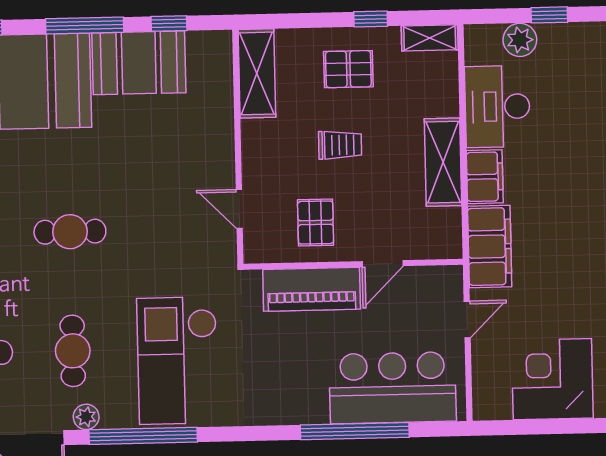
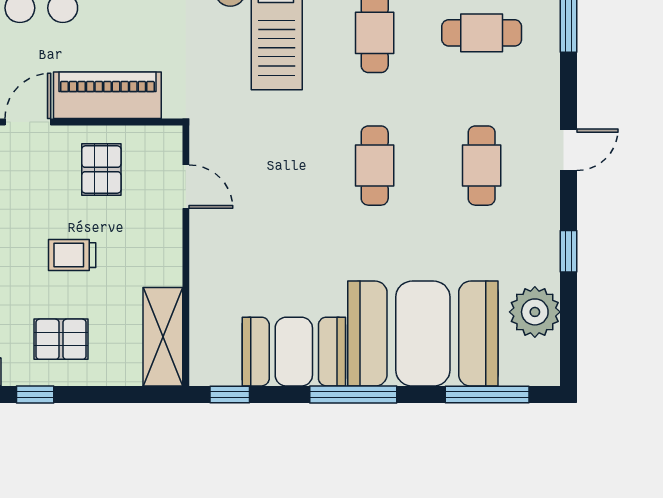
window: (169, 24) -> (230, 394), moved
cafe table: (70, 232) -> (375, 166), turned 90

